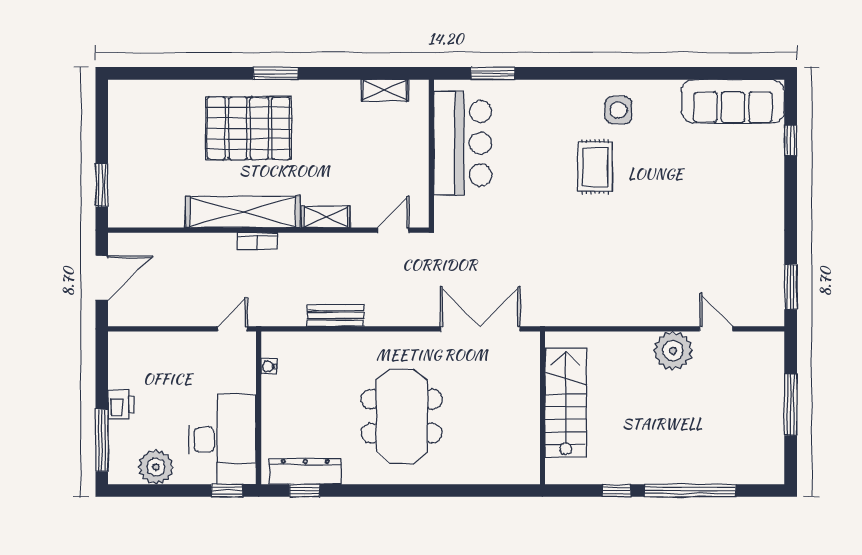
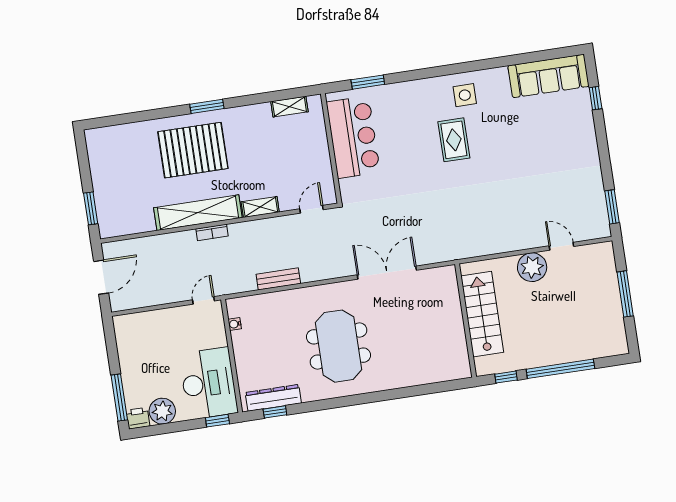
stairs: (566, 403) -> (482, 314), moved
printer: (121, 405) -> (138, 418), moved, turned -90
wall: (542, 408) -> (466, 321), moved

